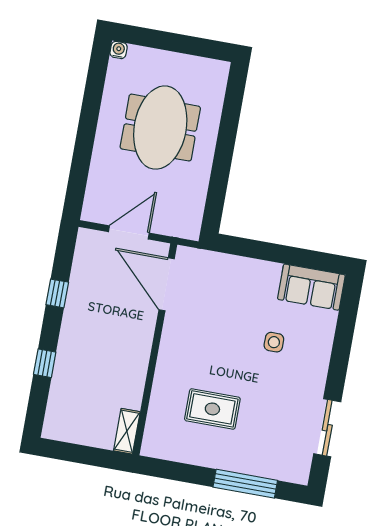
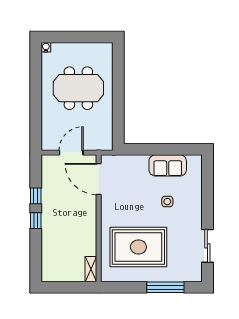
meeting table: (160, 128) -> (78, 88), turned 90
sofa: (311, 287) -> (168, 165), moved
window: (45, 363) -> (36, 221), moved
rug: (212, 409) -> (138, 247), width x1.86, depth x2.06

